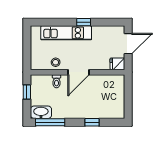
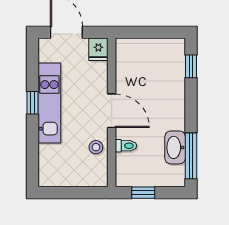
kitchen unit: (66, 33) -> (49, 103), moved
washbasin: (41, 112) -> (175, 147), moved
window: (92, 122) -> (191, 66), moved

